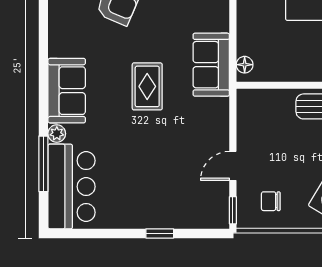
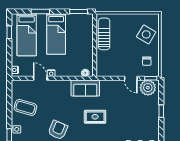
plant: (212, 204) -> (148, 88), added

